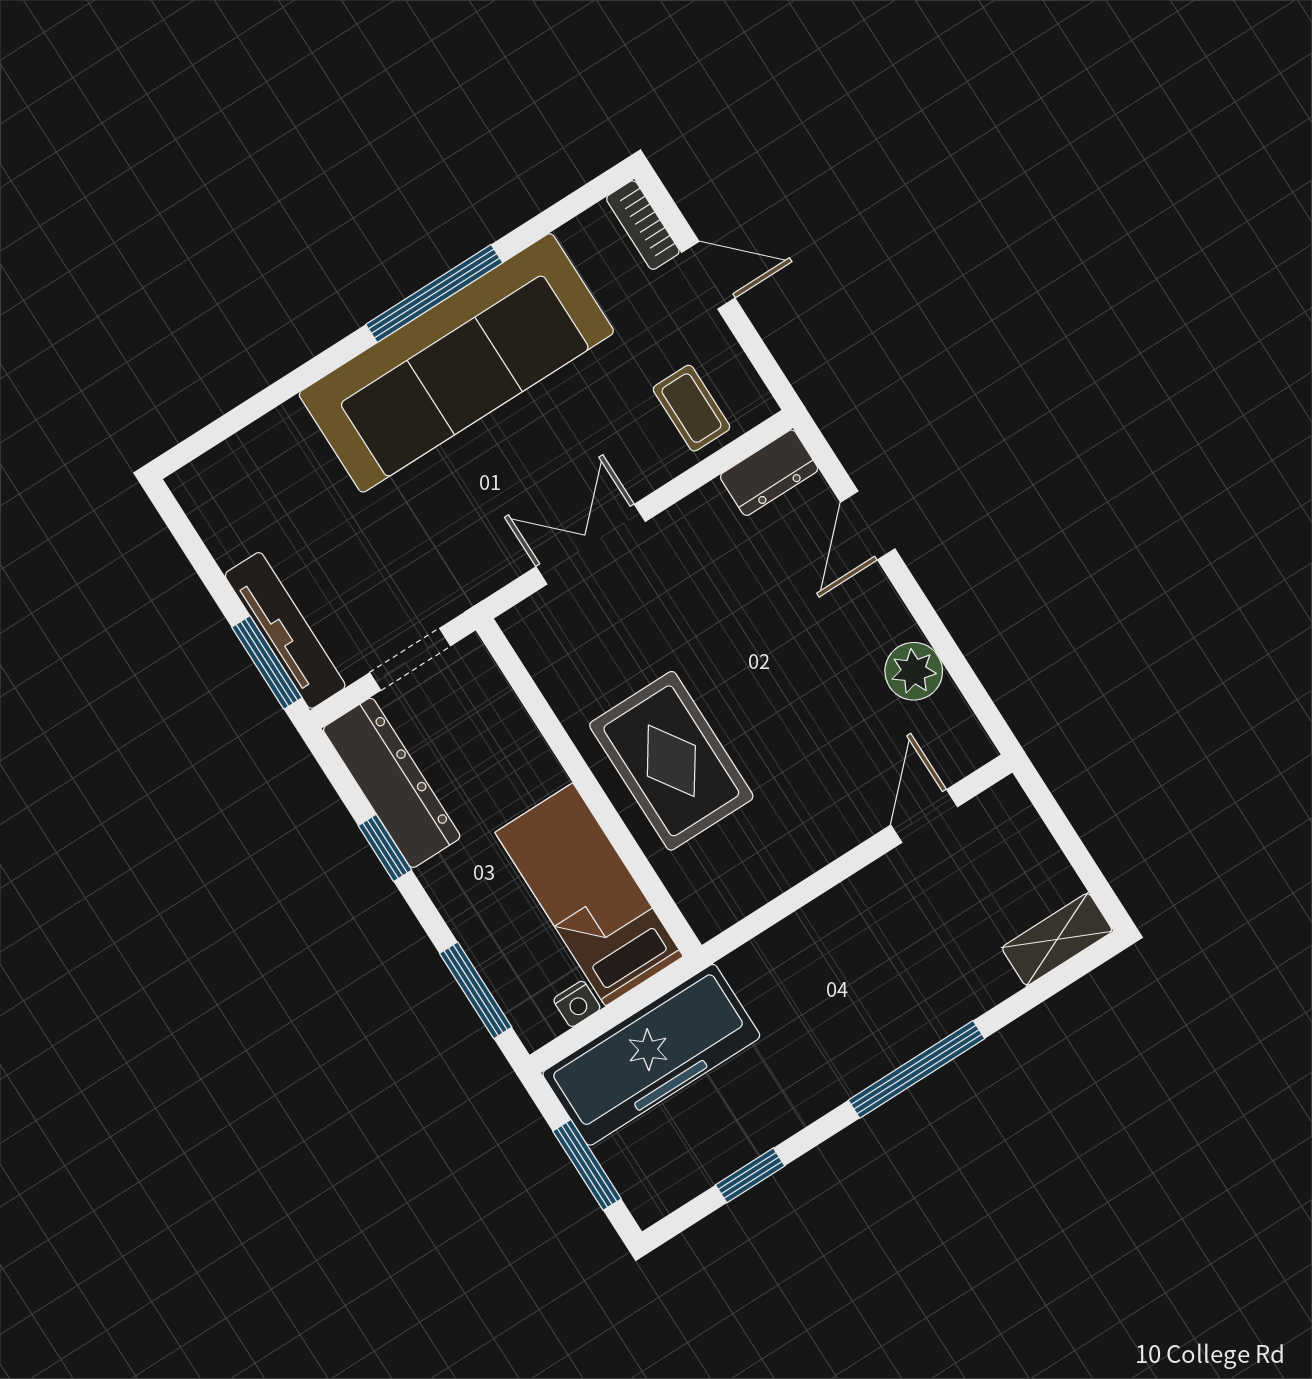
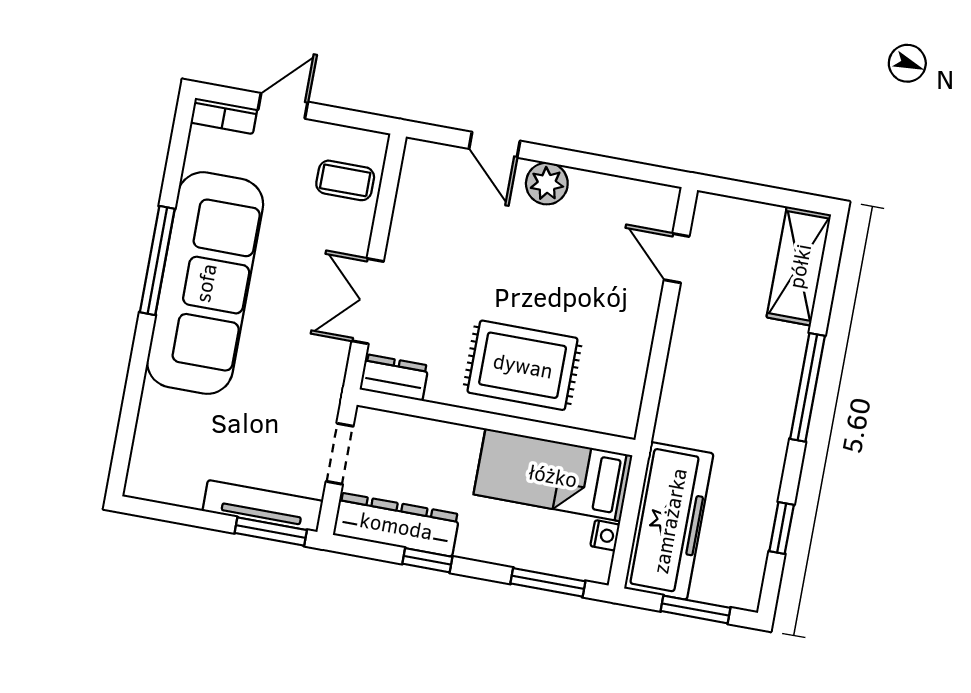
dresser: (769, 473) -> (394, 377), moved, turned -90
plant: (914, 671) -> (547, 184), moved
shelving: (1057, 939) -> (799, 266), width x1.50, depth x1.33

